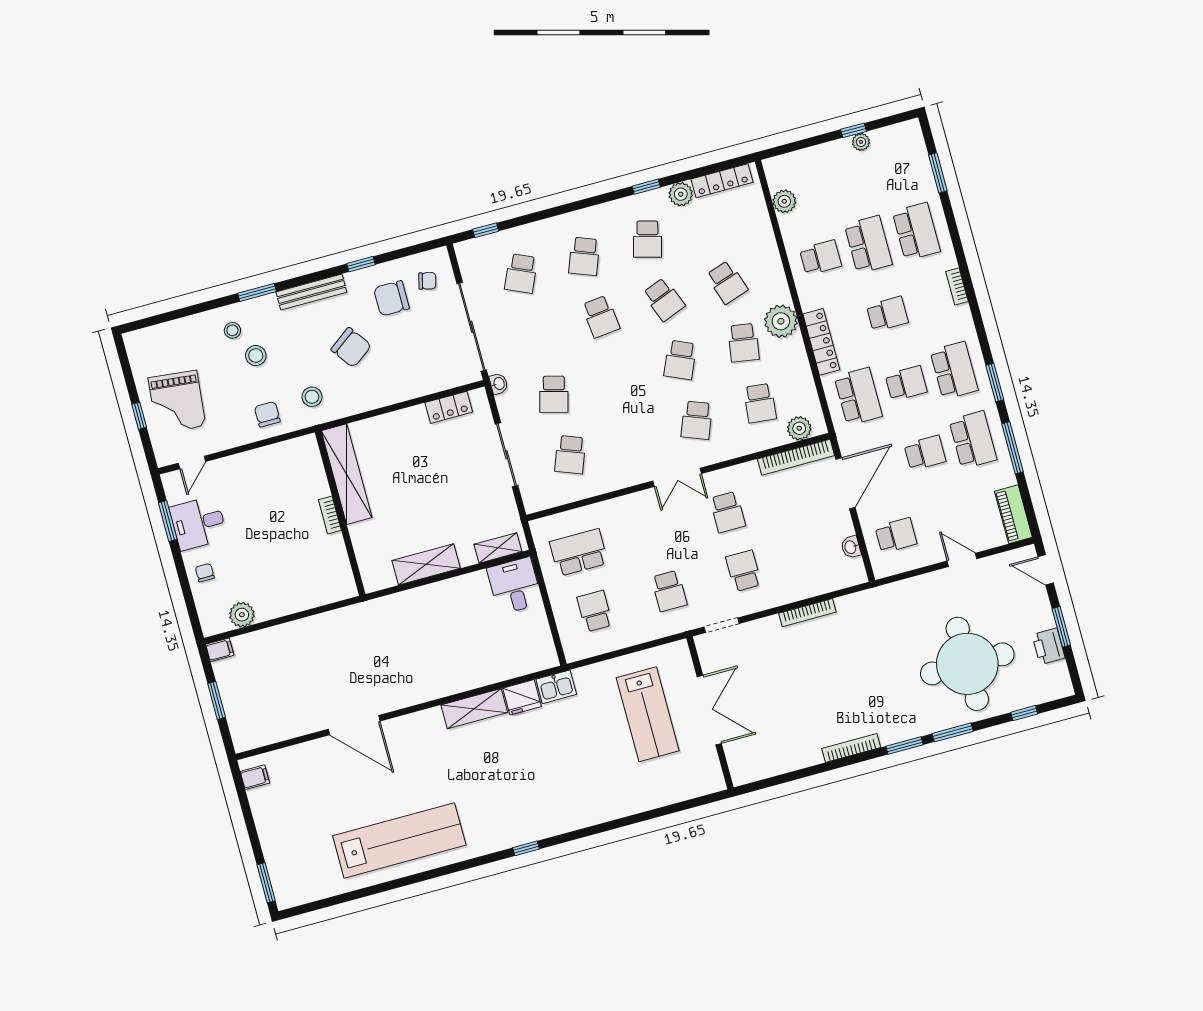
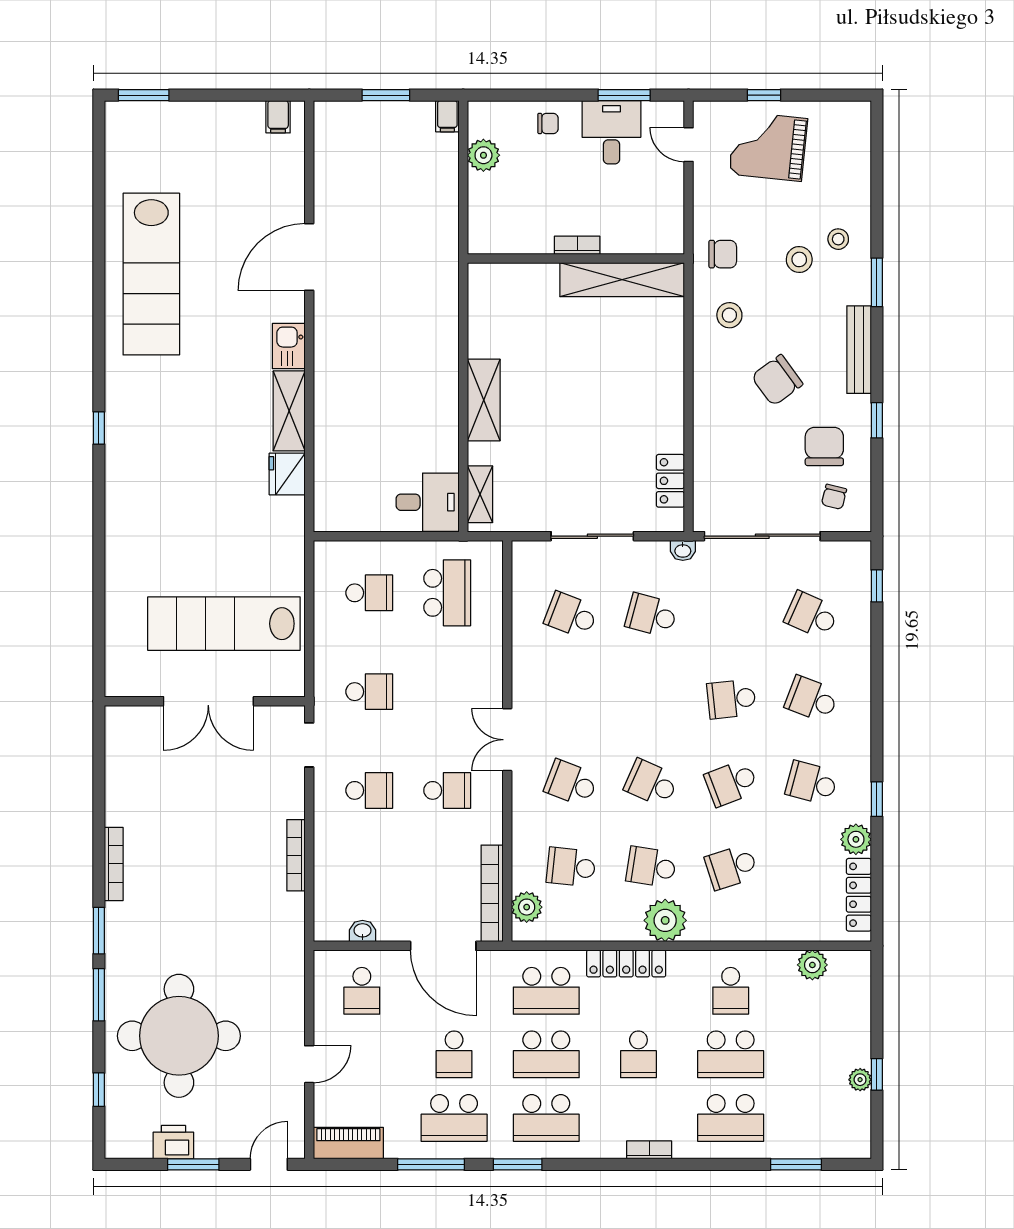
school desk: (906, 383) -> (546, 1054), width x1.85
shelving: (347, 474) -> (622, 280), moved
school desk: (728, 512) -> (447, 790), turned 180
wall: (340, 513) -> (576, 259), moved
bookcase: (330, 515) -> (577, 245), moved
school desk: (669, 591) -> (369, 692), turned 180
kitchen sink: (556, 687) -> (289, 346), moved
lab bench: (648, 714) -> (224, 624), width x1.36

